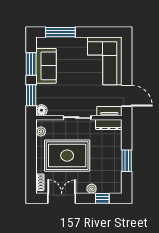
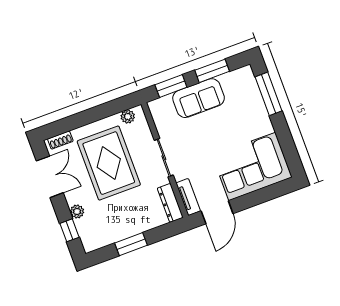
sofa: (46, 66) -> (199, 98), moved
floor lamp: (41, 110) -> (156, 107), removed

